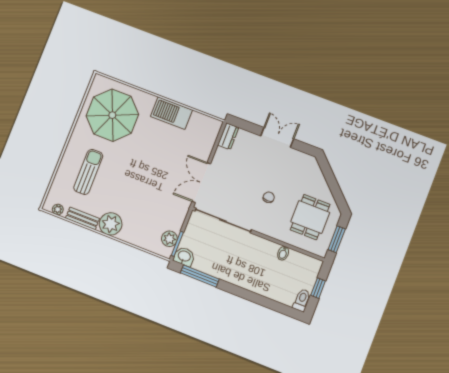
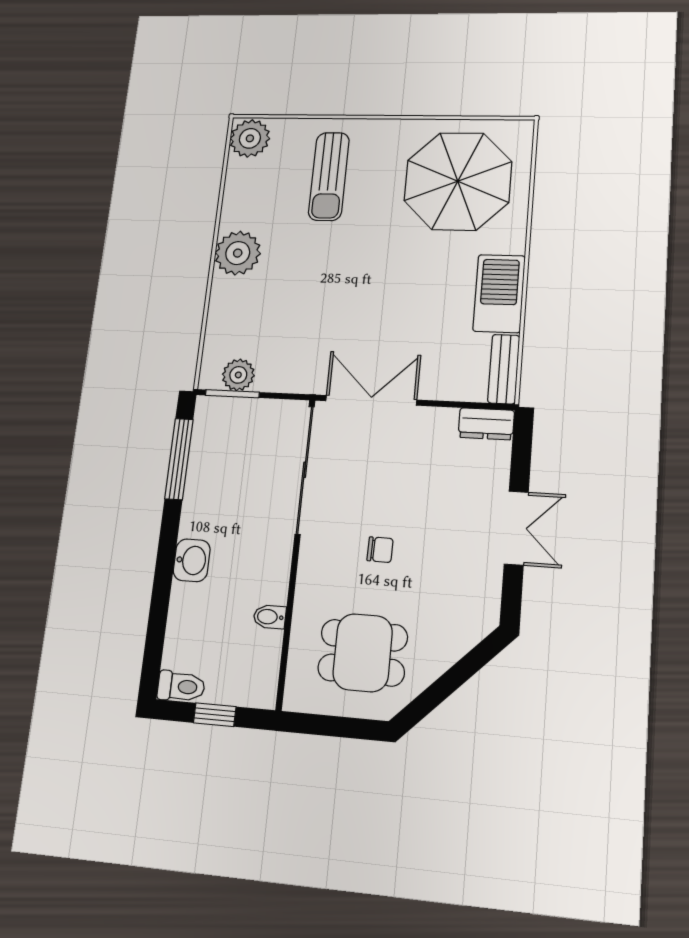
sun lounger: (88, 172) -> (329, 176), turned 90
plant: (58, 209) -> (250, 138), width x1.88, depth x1.88
bench: (82, 218) -> (504, 369), moved
window: (337, 239) -> (330, 726), removed
washbasin: (184, 256) -> (192, 560), moved

